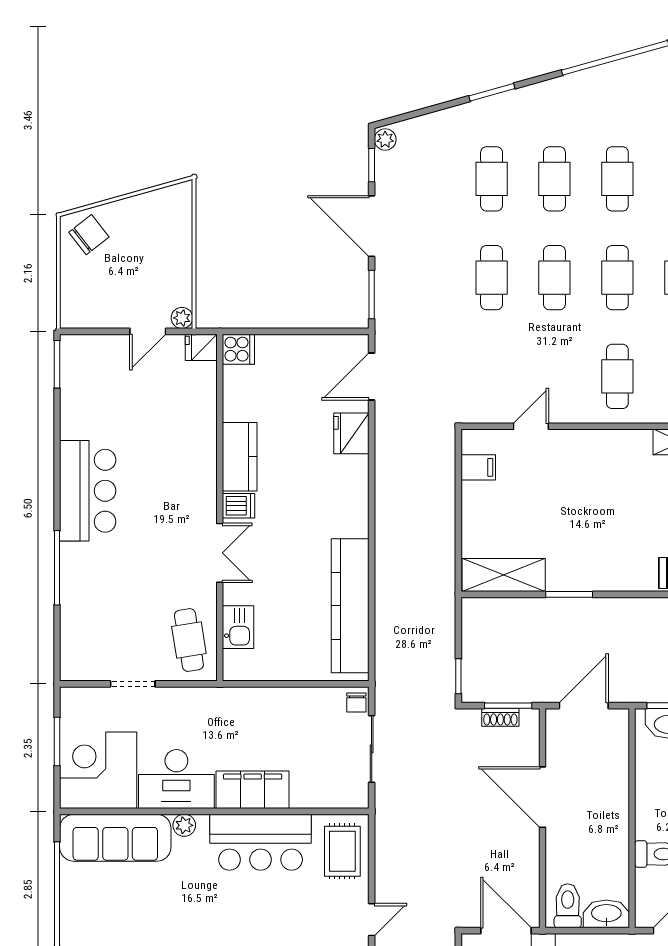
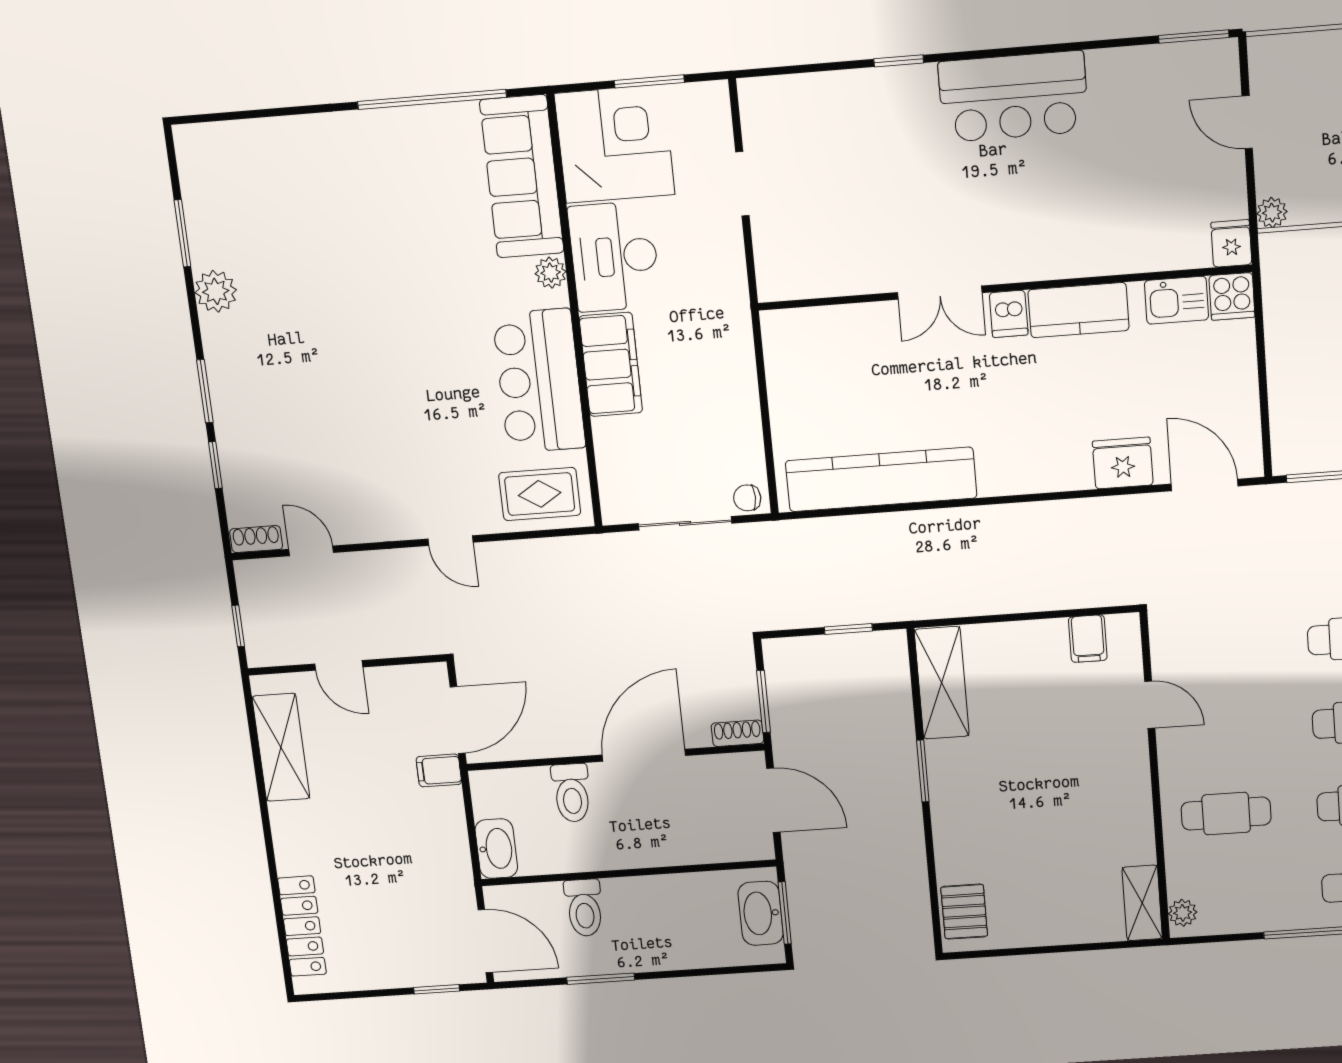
door: (148, 331) -> (1247, 122), moved
window: (57, 568) -> (899, 61), width x0.46
kitchen sink: (238, 627) -> (1176, 300), moved
cafe table: (189, 640) -> (812, 259), removed
window: (458, 676) -> (848, 629), moved
shoe rack: (500, 717) -> (737, 733), moved, turned 90
toilet: (568, 906) -> (572, 793), moved, turned 90

